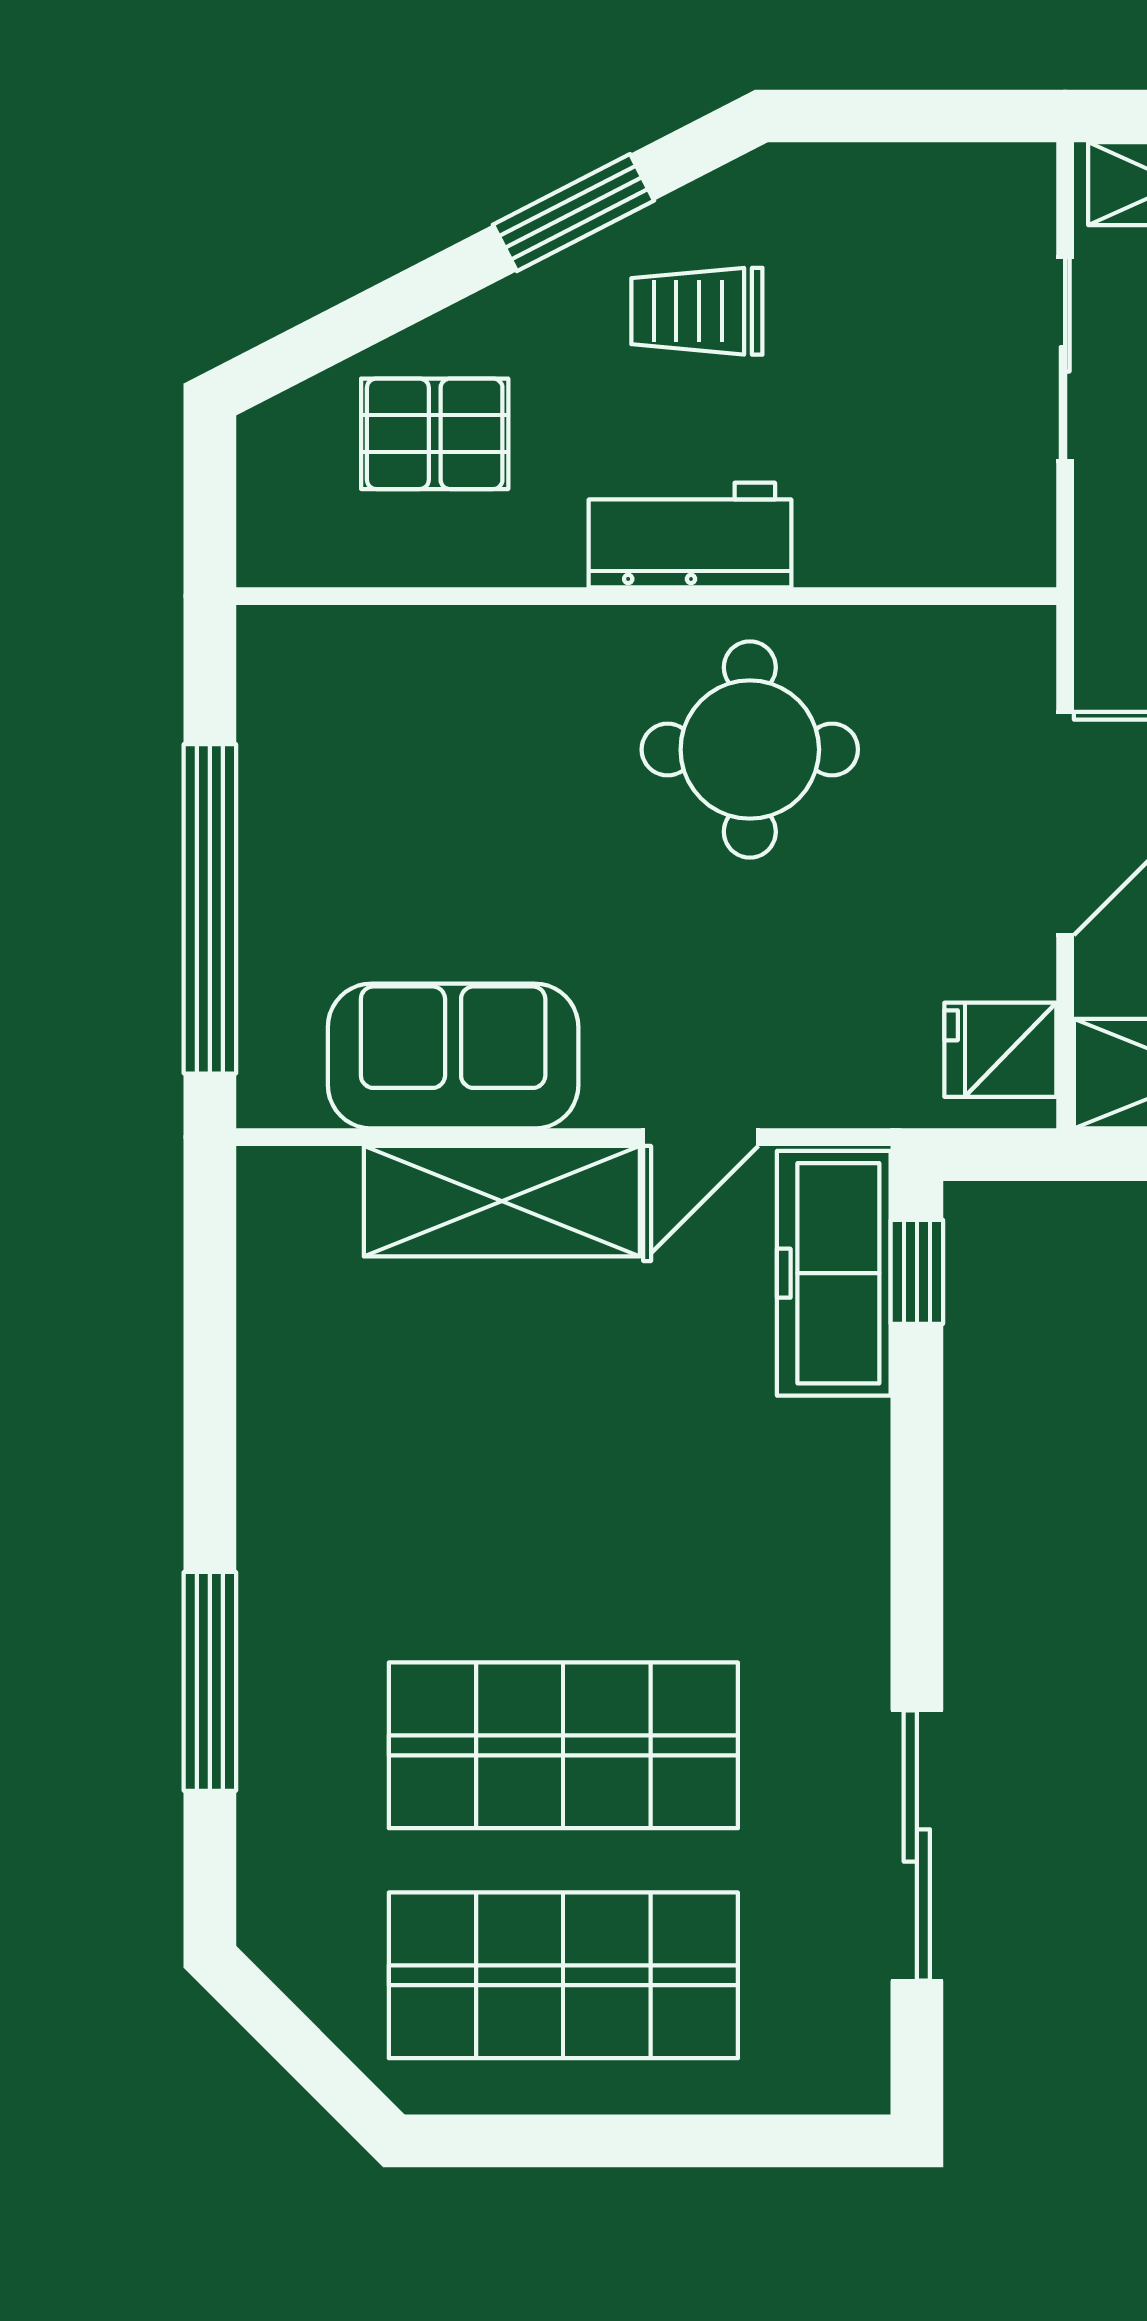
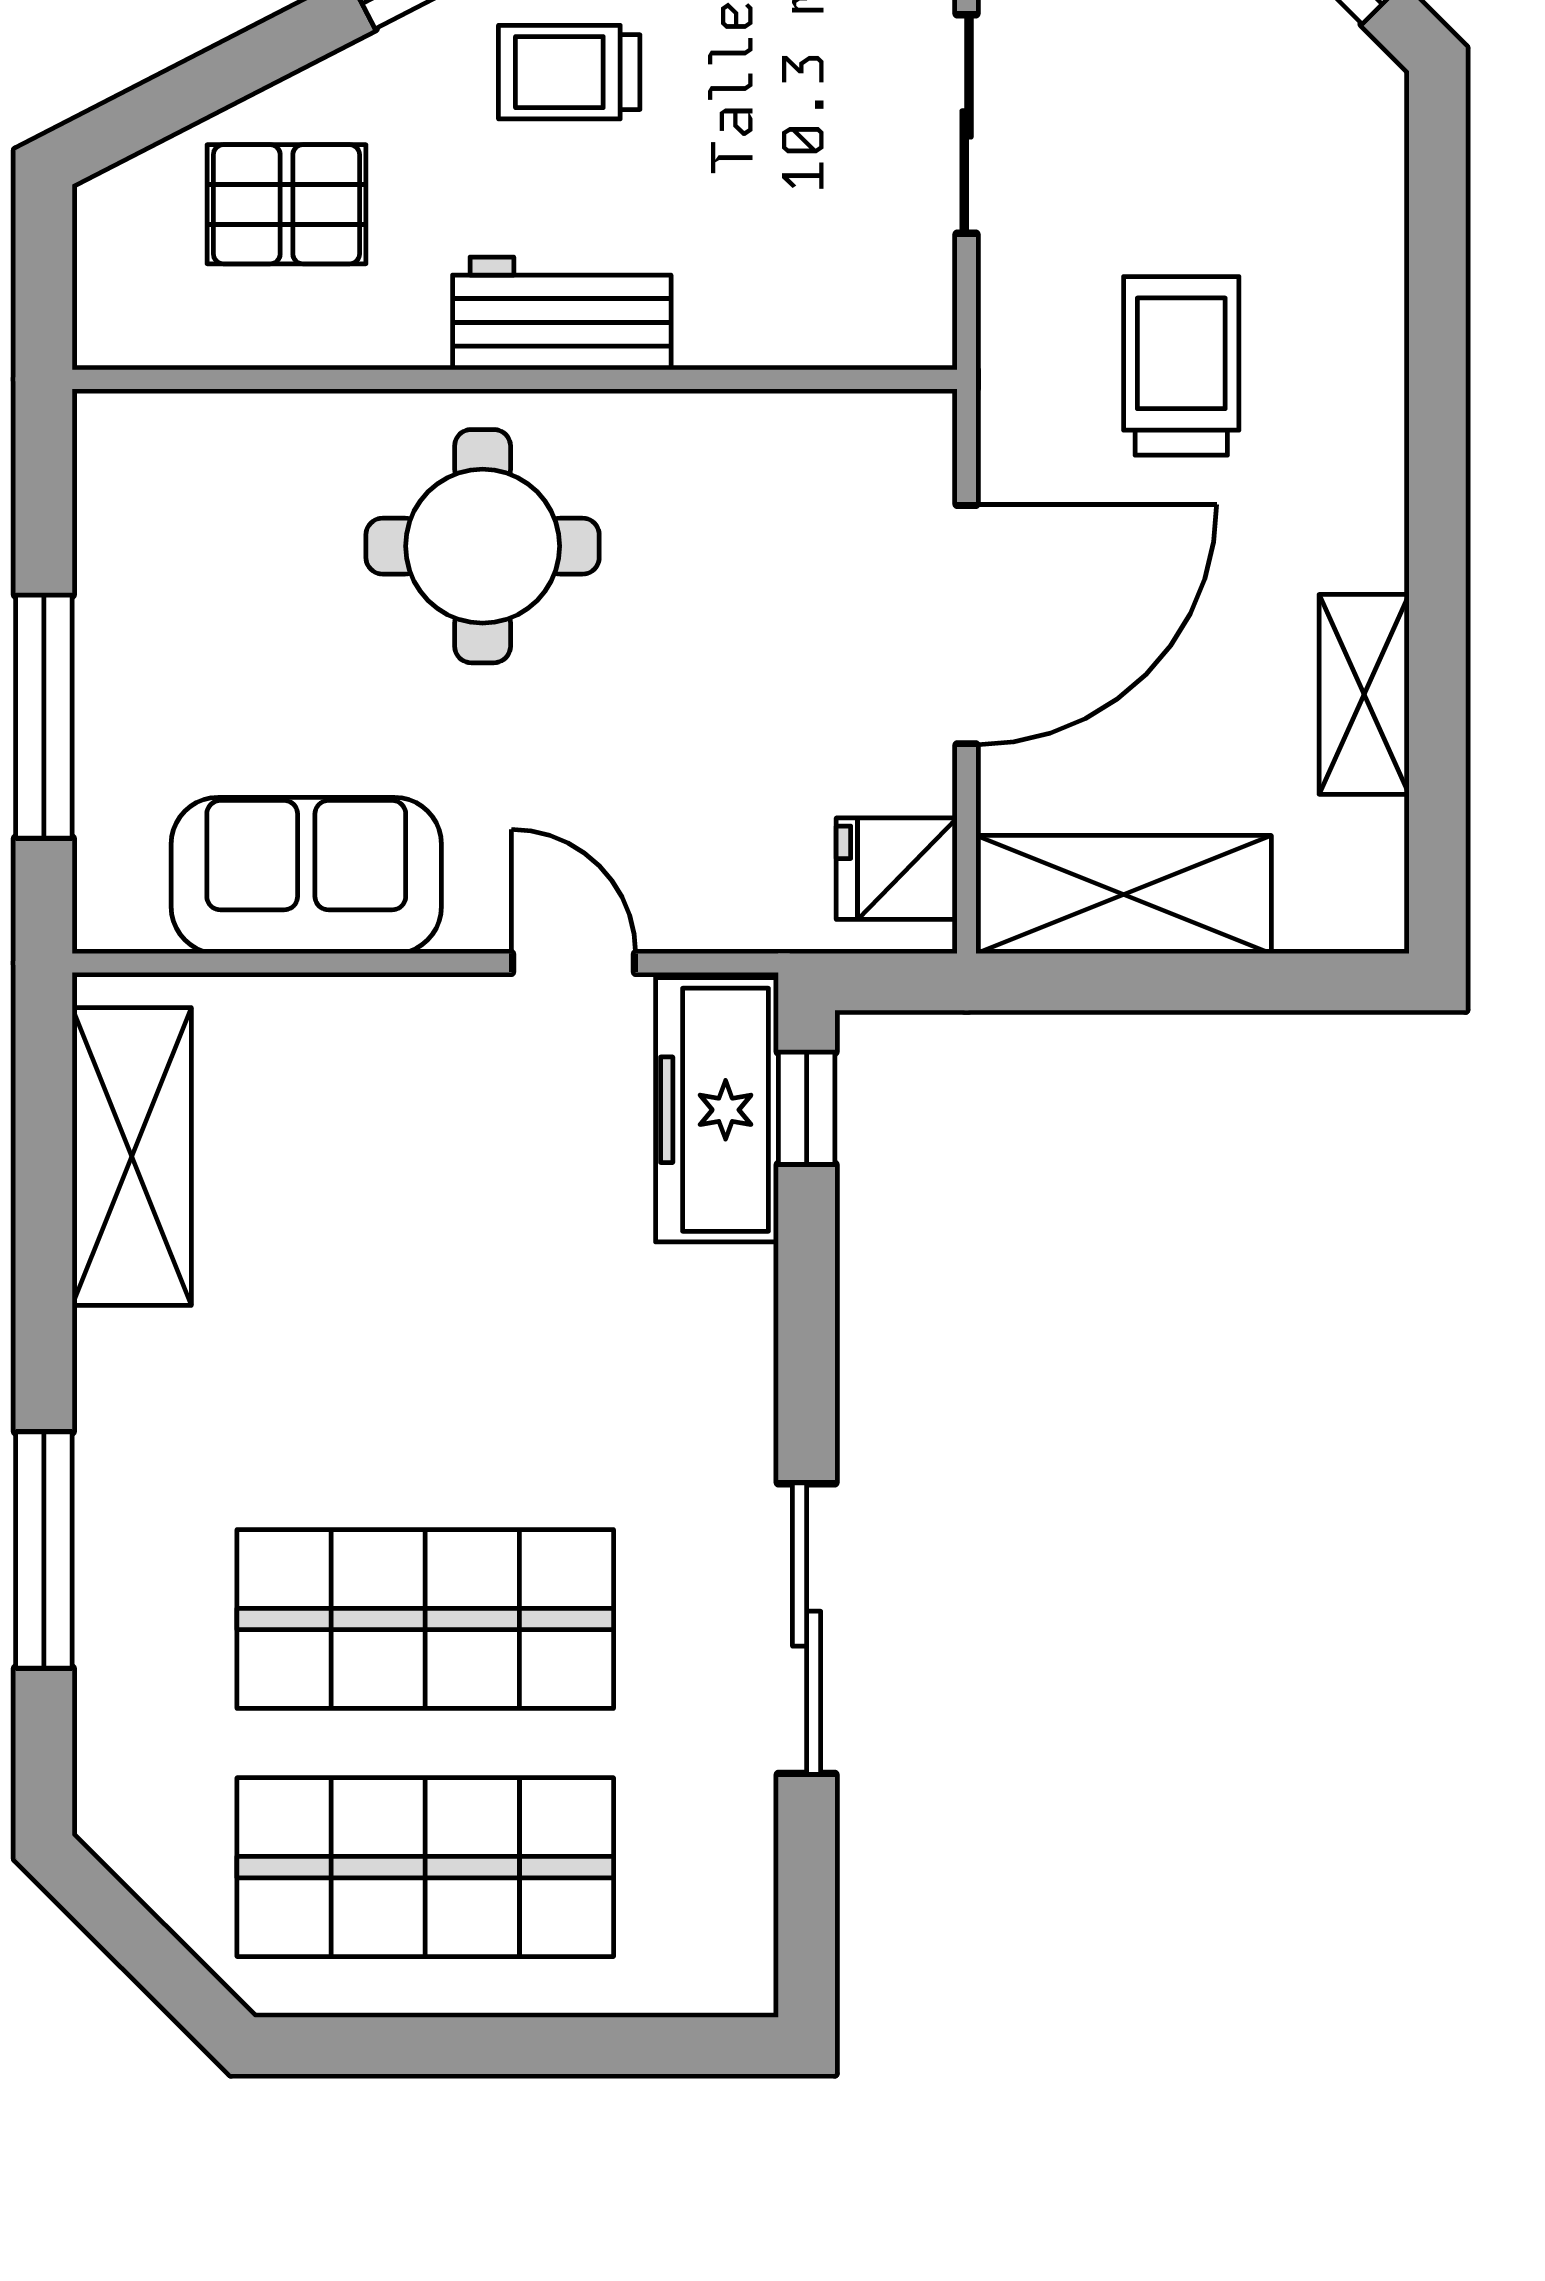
round table: (750, 750) -> (483, 546), moved
window: (210, 909) -> (44, 717), width x0.68
door: (701, 1137) -> (574, 963), swing flipped
shelving: (502, 1201) -> (132, 1156), moved, turned 90
sliding door: (917, 1845) -> (807, 1629), moved

